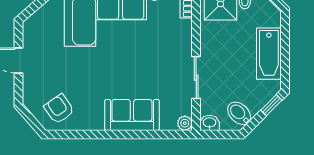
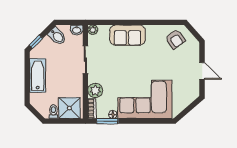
plant: (181, 31) -> (95, 90), added

